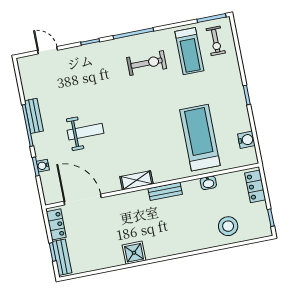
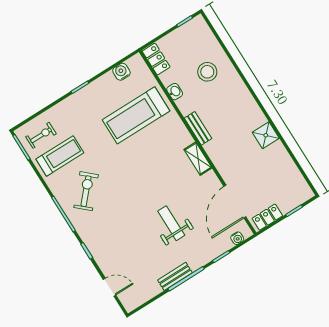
door: (48, 50) -> (110, 287), swing flipped
exercise bike: (147, 63) -> (86, 191), turned 42
water cooler: (43, 166) -> (237, 238), moved
locker: (255, 186) -> (156, 59), moved, turned -90
stool: (228, 226) -> (207, 72), moved
bench: (62, 257) -> (296, 200), removed

